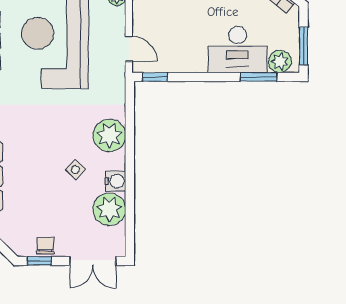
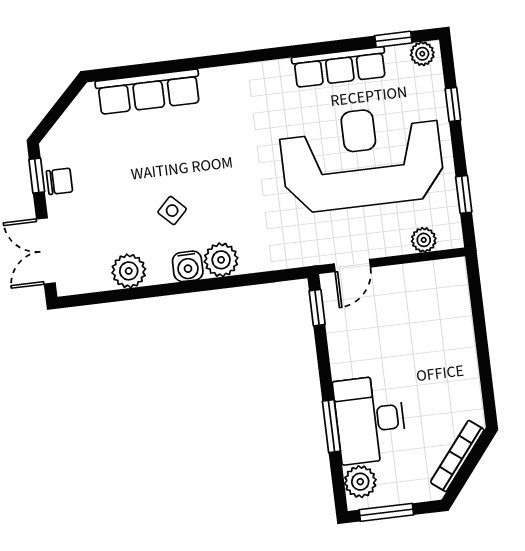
window: (259, 77) -> (331, 426), moved
plant: (109, 135) -> (221, 260), width x0.73, depth x0.73
water cooler: (115, 181) -> (188, 266), moved
plant: (109, 209) -> (129, 271), width x0.73, depth x0.73

